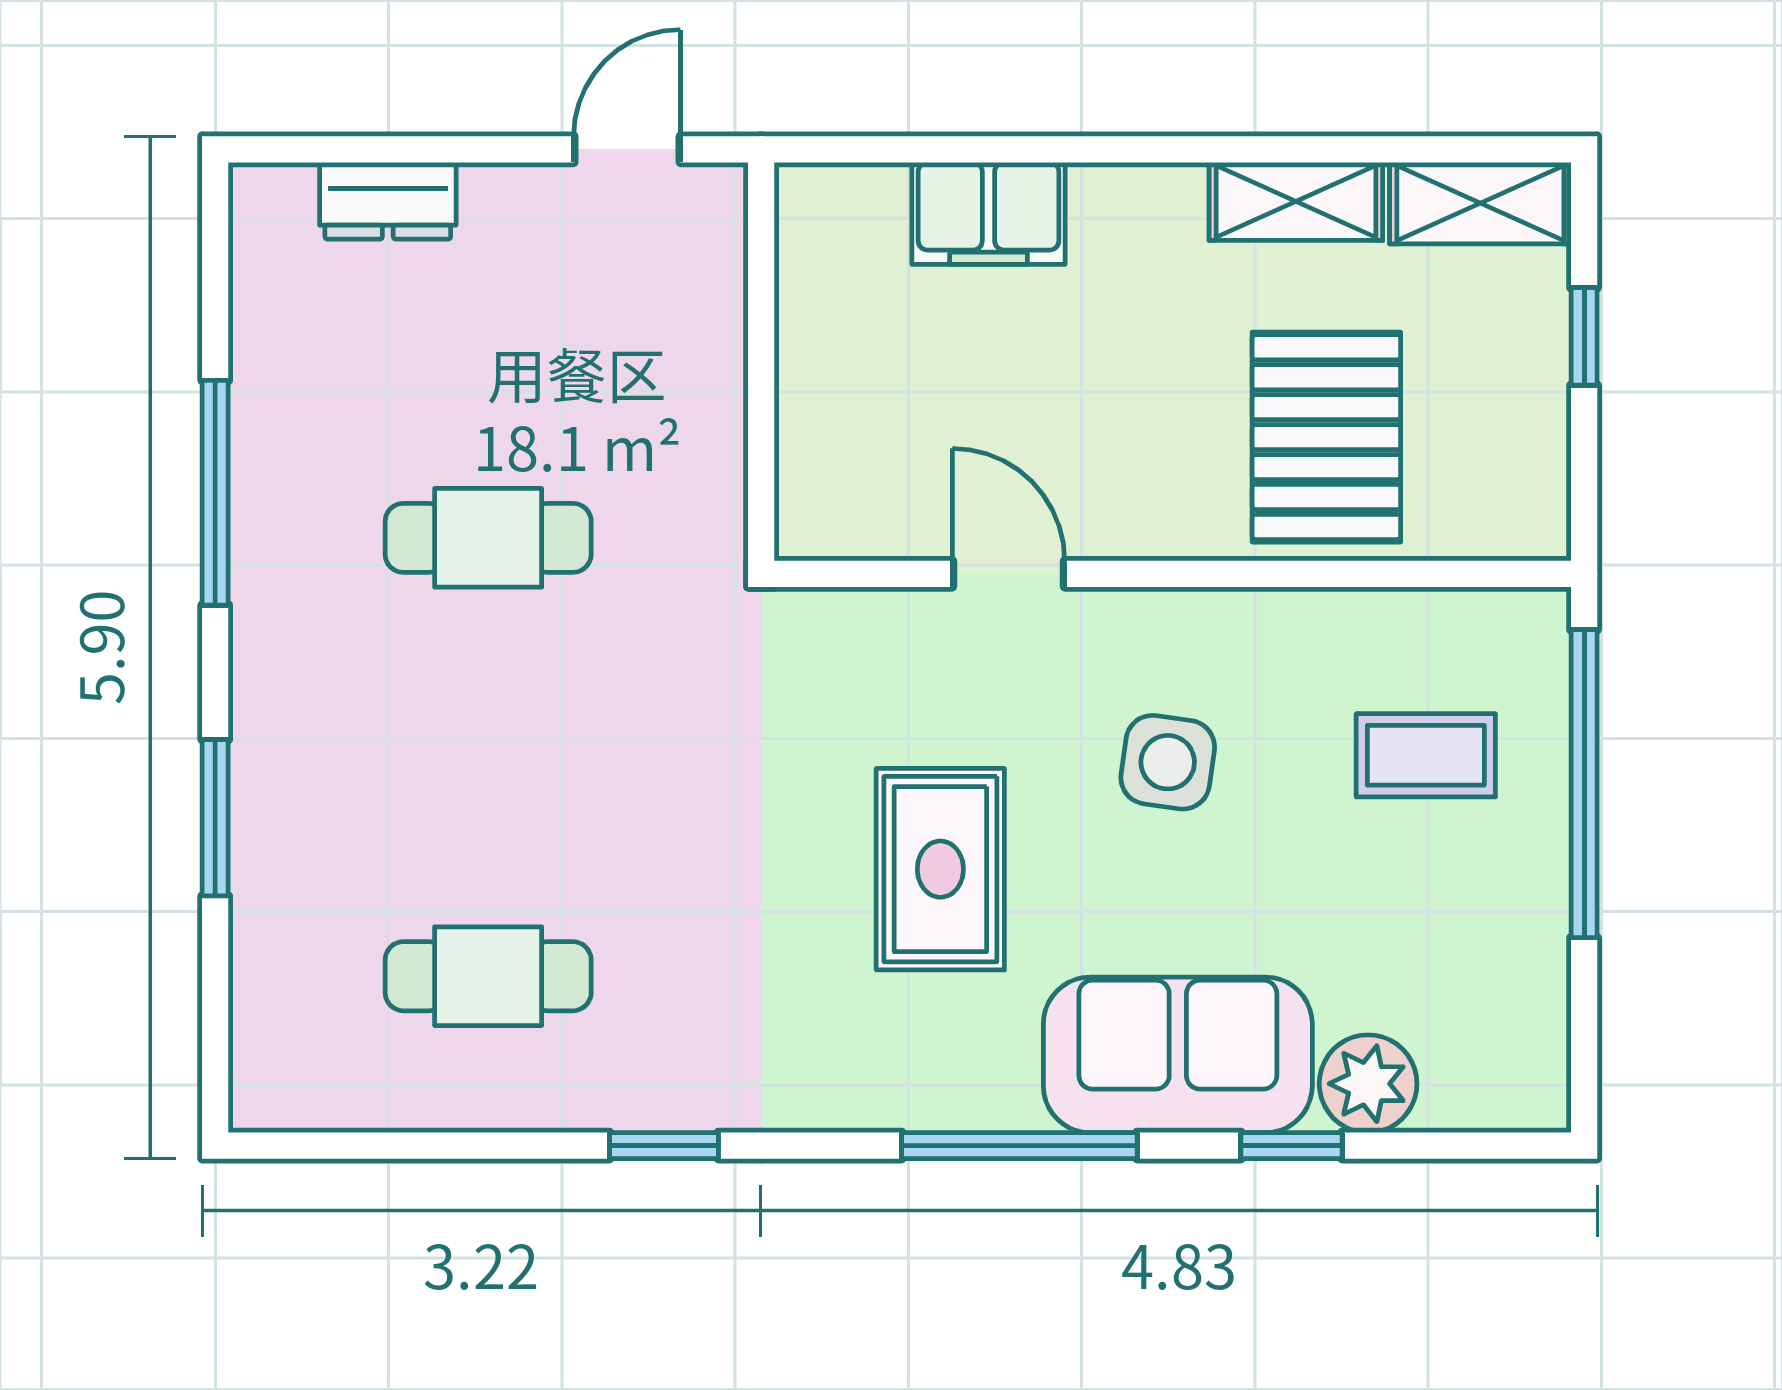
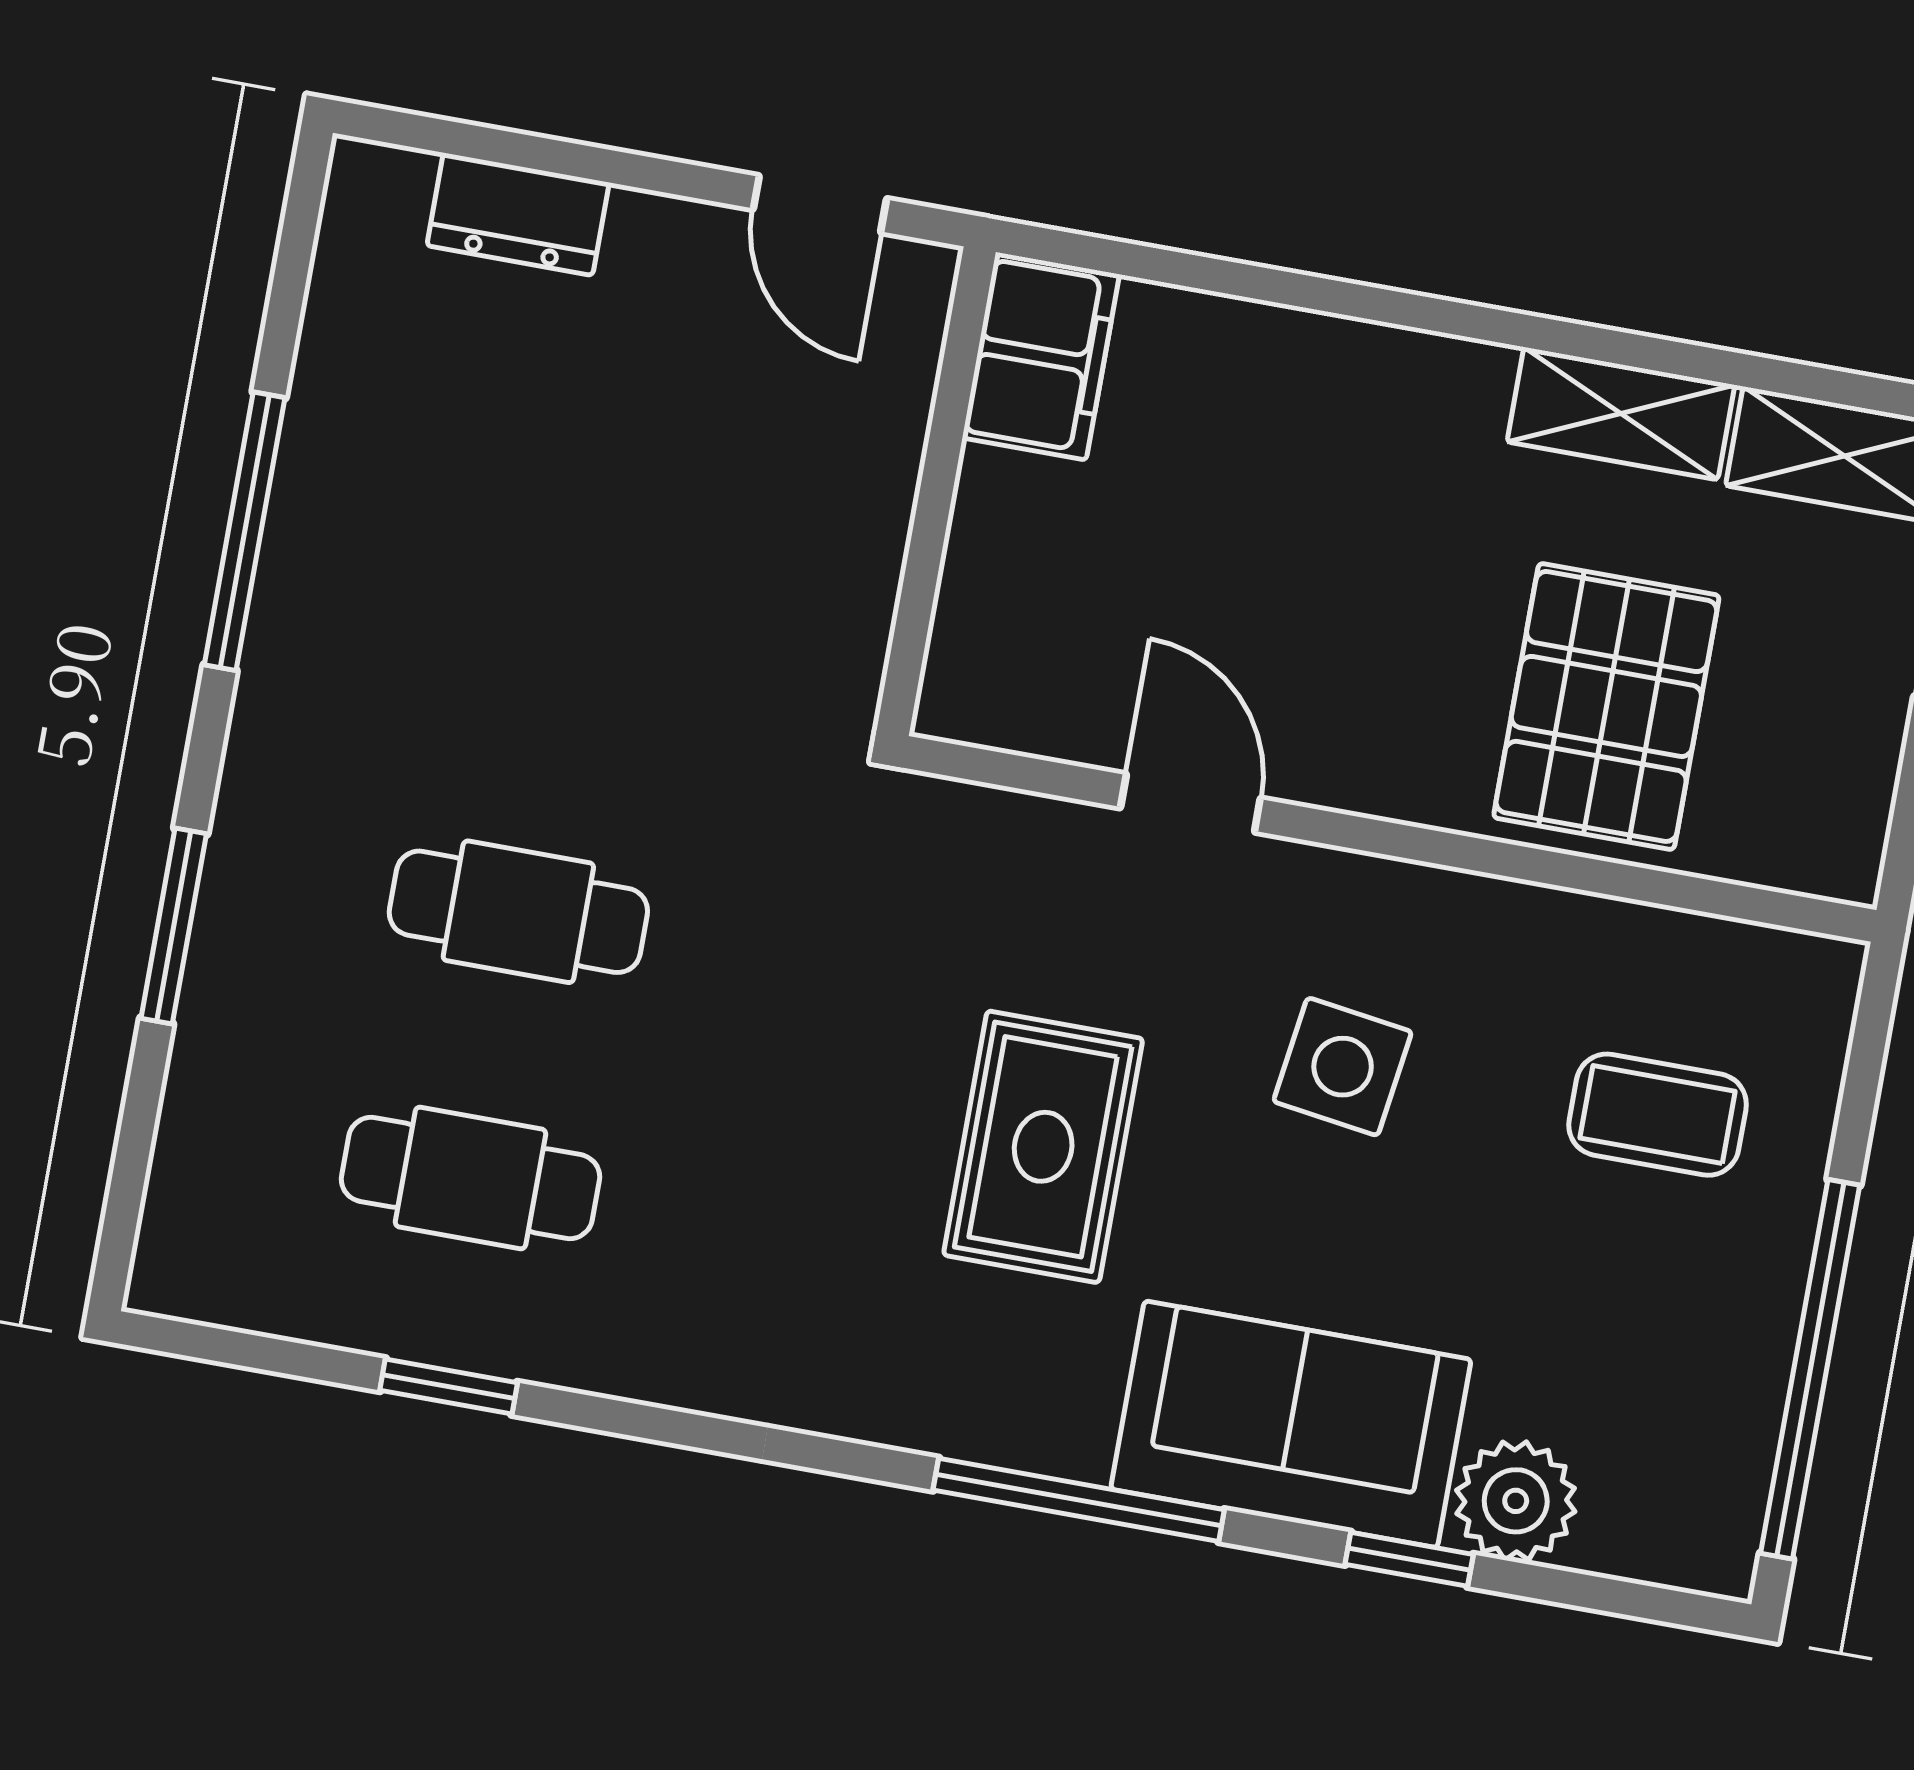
door: (627, 149) -> (820, 204), swing flipped
filing cabinet: (988, 213) -> (1041, 356), moved, turned -90
cafe table: (488, 538) -> (518, 912), moved
window: (1584, 784) -> (1810, 1369), moved
window: (664, 1146) -> (449, 1386), moved

